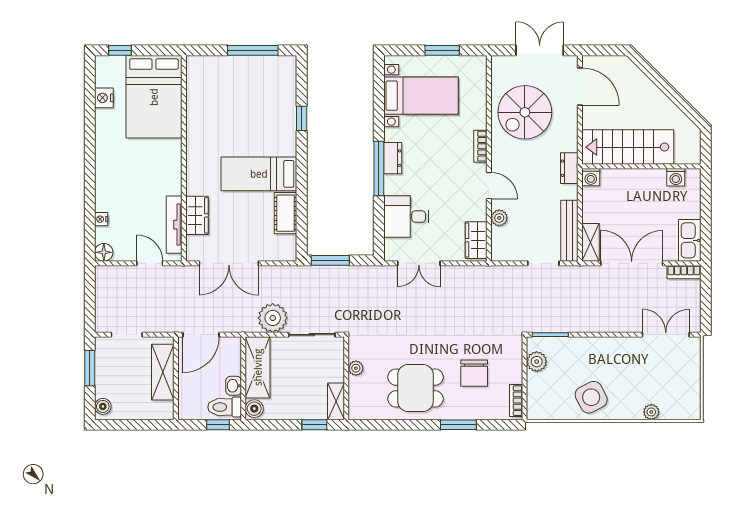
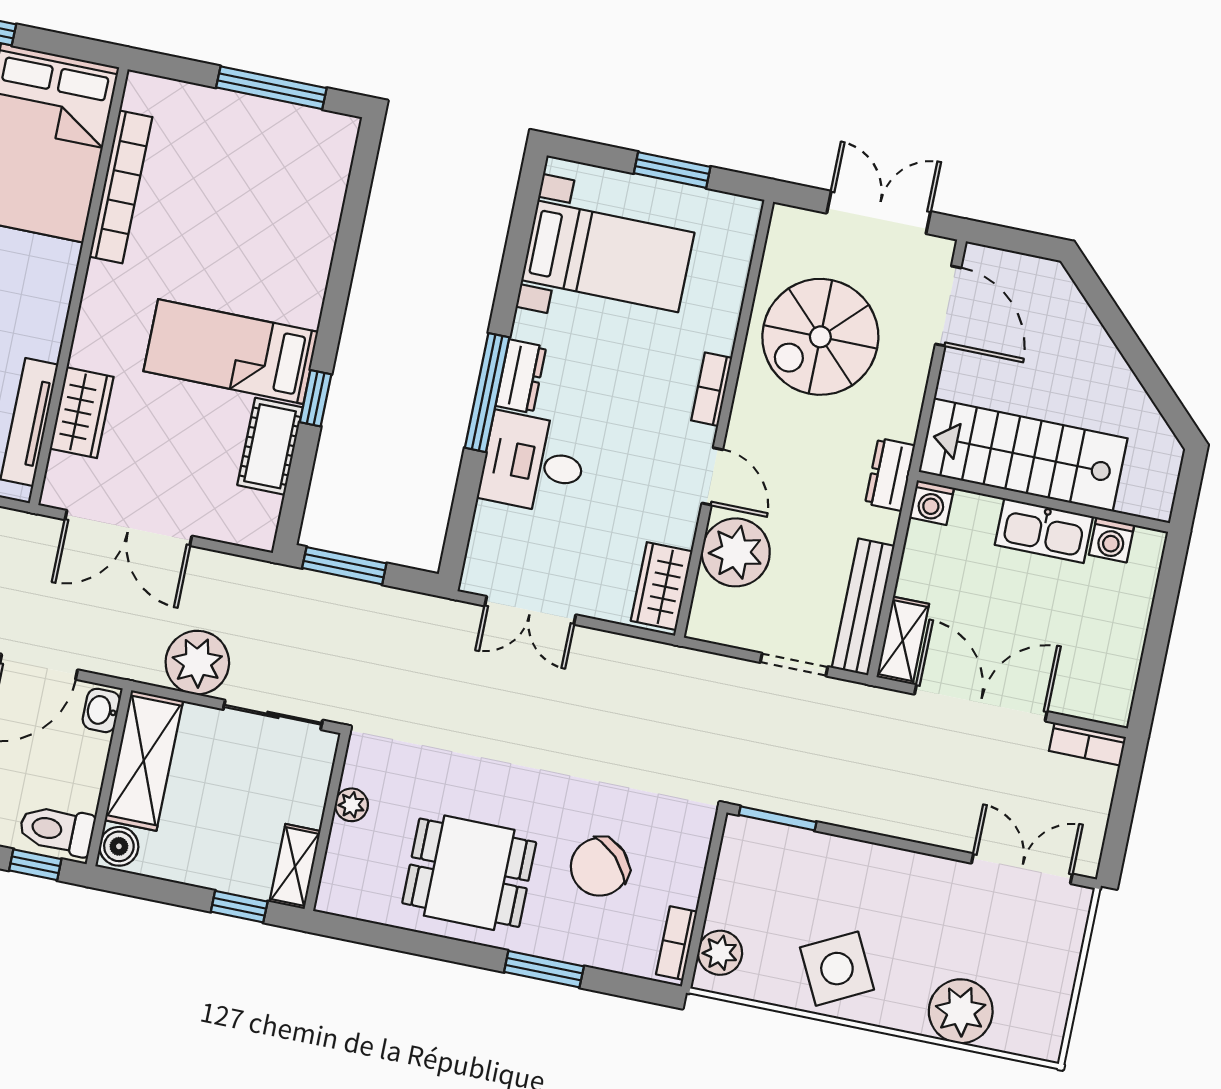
bookcase: (194, 109) -> (121, 187), added
window: (302, 118) -> (316, 398), moved
desk: (406, 217) -> (533, 463), moved
plant: (499, 218) -> (736, 552), width x1.88, depth x1.88
kitchen sink: (690, 240) -> (1044, 531), moved, turned -90
plant: (537, 362) -> (720, 953), moved
chair: (474, 373) -> (600, 867), turned 45
washbasin: (234, 386) -> (101, 710), moved
plant: (651, 412) -> (961, 1011), width x1.88, depth x1.88

